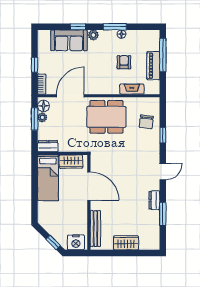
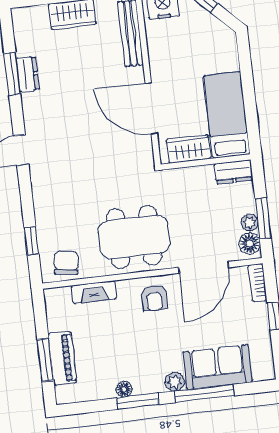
window: (78, 27) -> (204, 393), width x2.17
window: (163, 55) -> (45, 360), width x0.69
armchair: (124, 62) -> (154, 298), moved
piano: (153, 66) -> (62, 358), moved
chair: (146, 122) -> (66, 263), moved
window: (163, 135) -> (32, 241), moved
dresser: (154, 200) -> (28, 74), moved

